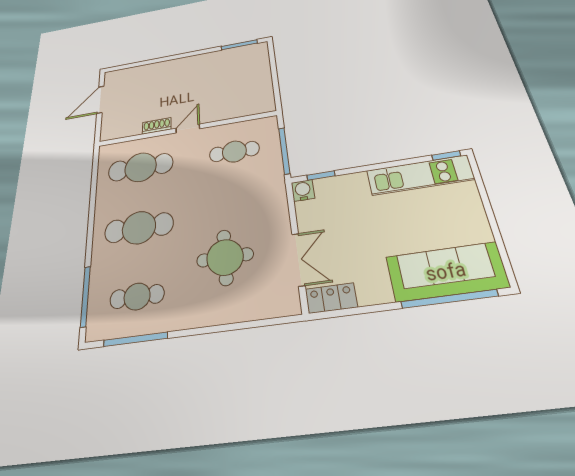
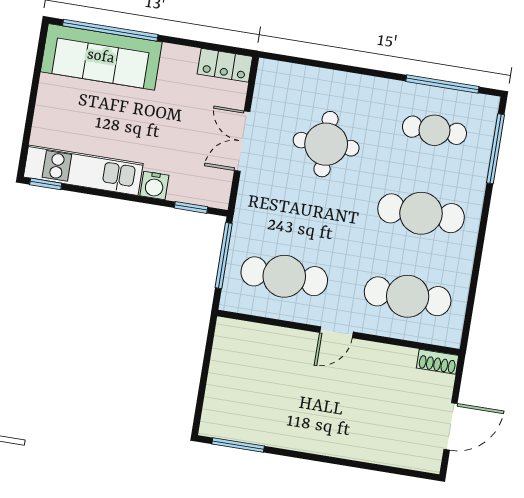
shoe rack: (157, 126) -> (438, 362), moved
cafe table: (234, 151) -> (284, 276), width x1.37, depth x1.35
water cooler: (303, 190) -> (154, 185), moved
double door: (298, 259) -> (242, 141), moved

